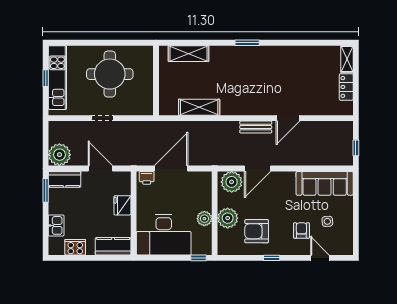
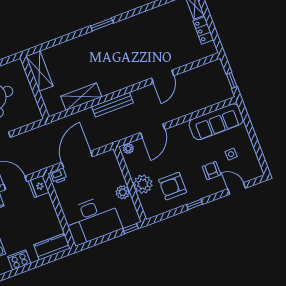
shelving: (188, 54) -> (39, 71), moved, turned 90
bench: (256, 127) -> (112, 105), moved, width x1.36
plant: (232, 182) -> (128, 149), width x0.53, depth x0.53
fridge: (122, 205) -> (39, 187), moved

